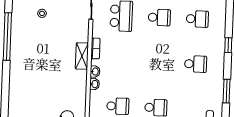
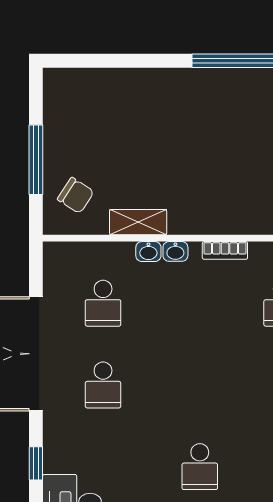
shelving: (82, 56) -> (138, 222), moved

